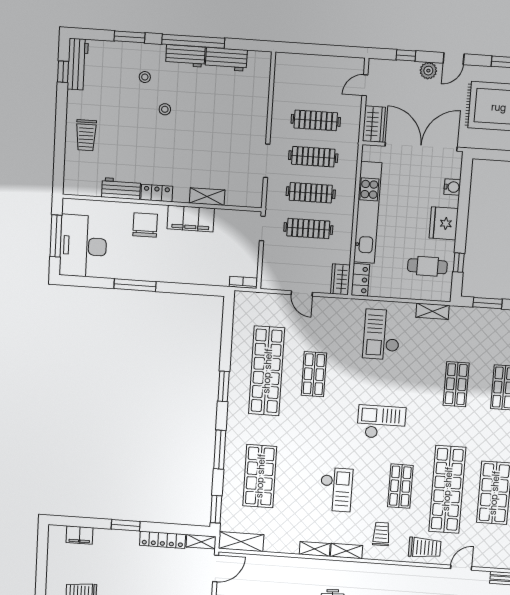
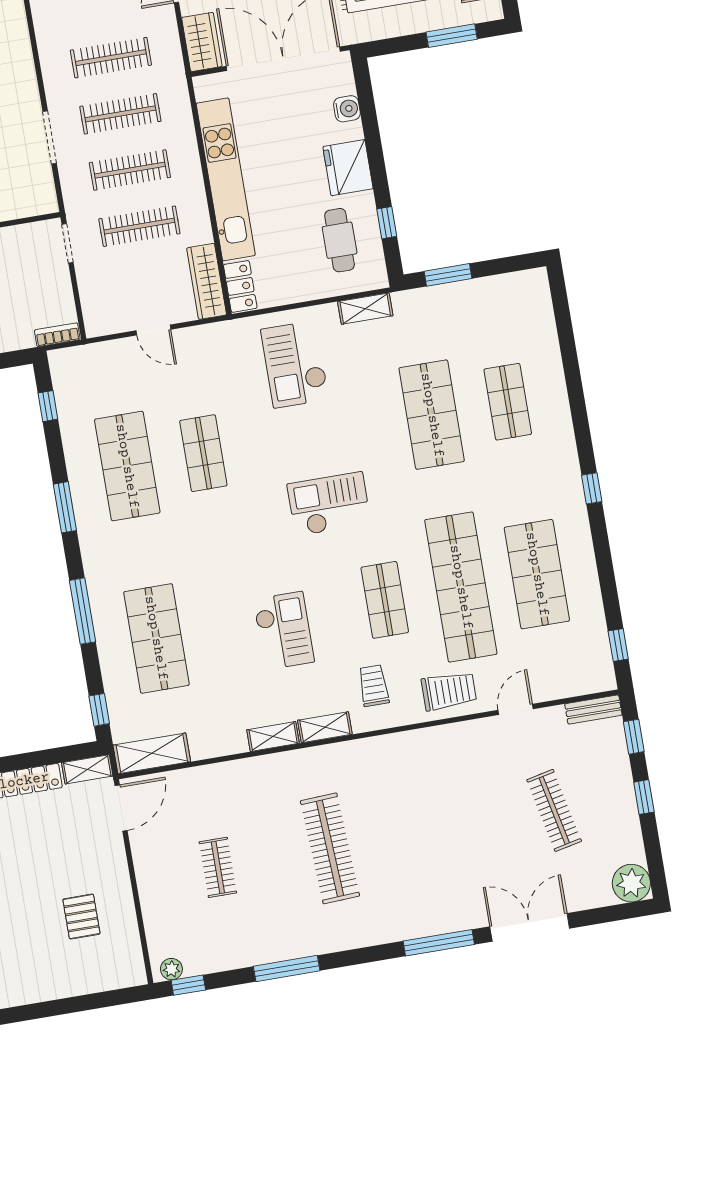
cafe table: (427, 266) -> (340, 240), turned 90
wardrobe: (340, 279) -> (207, 281), width x1.50
window: (227, 324) -> (48, 406), added
shop shelf: (267, 371) -> (127, 466), width x0.71
shop shelf: (456, 384) -> (432, 415), width x1.43, depth x1.36
window: (216, 509) -> (99, 710), width x0.67

